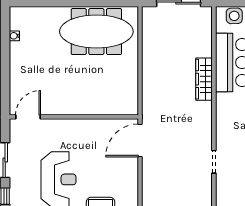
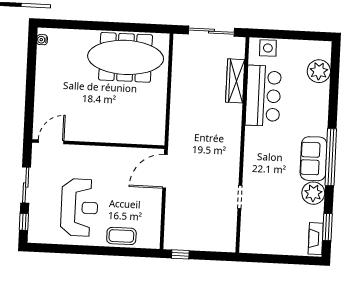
water cooler: (14, 36) -> (42, 40), moved
wardrobe: (204, 79) -> (235, 81), moved

